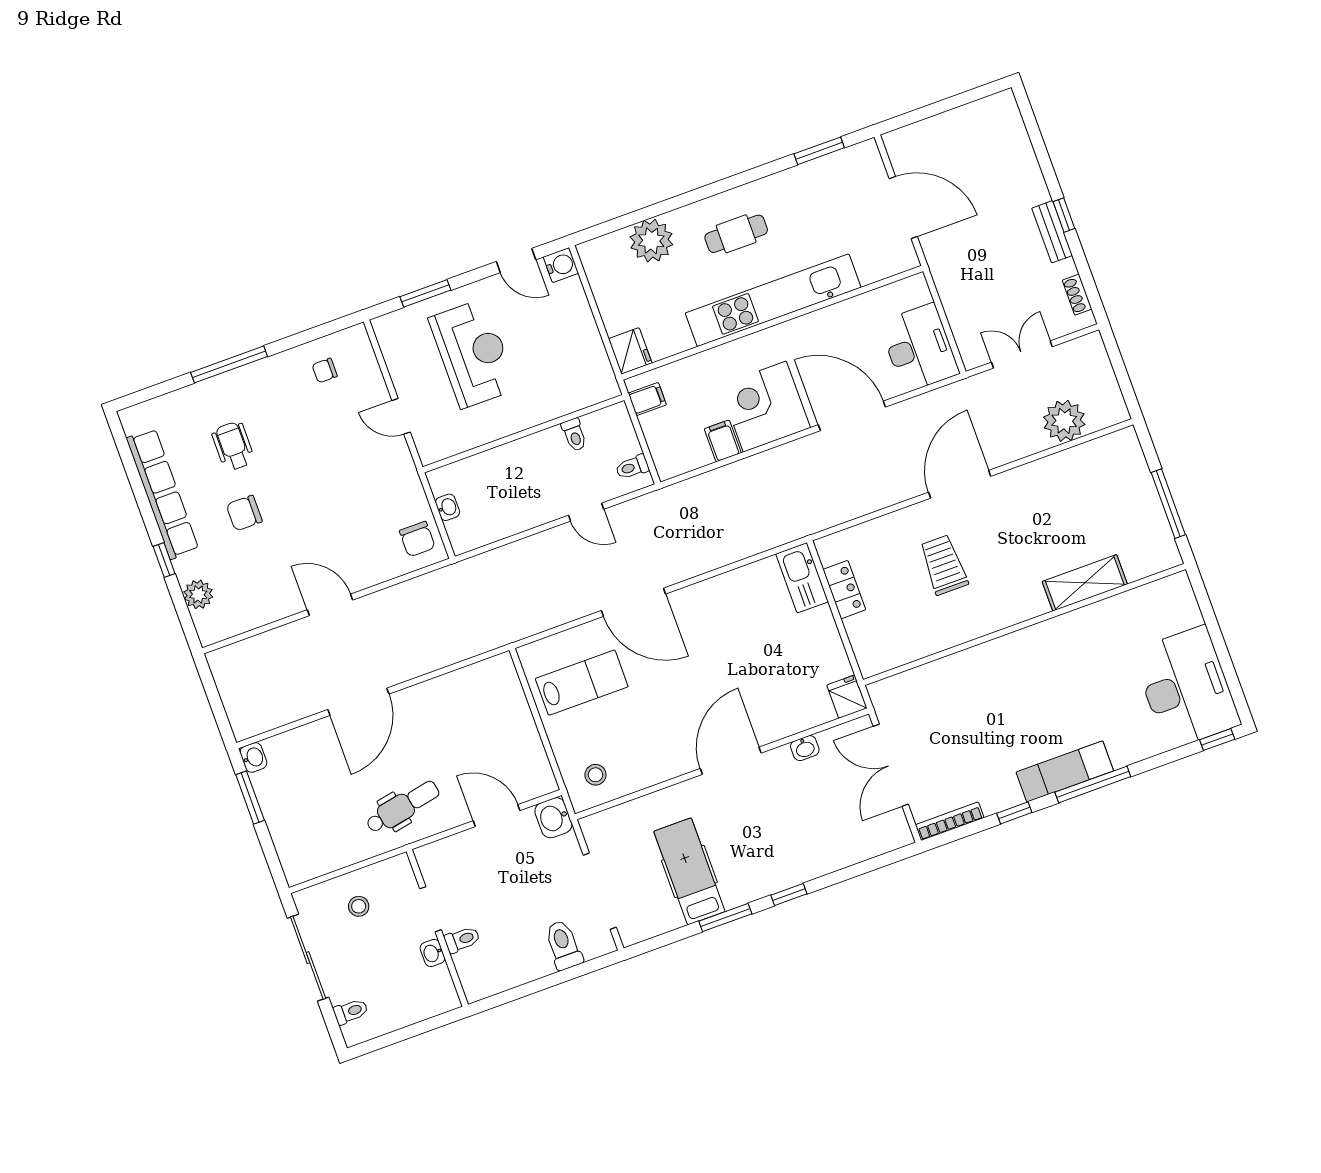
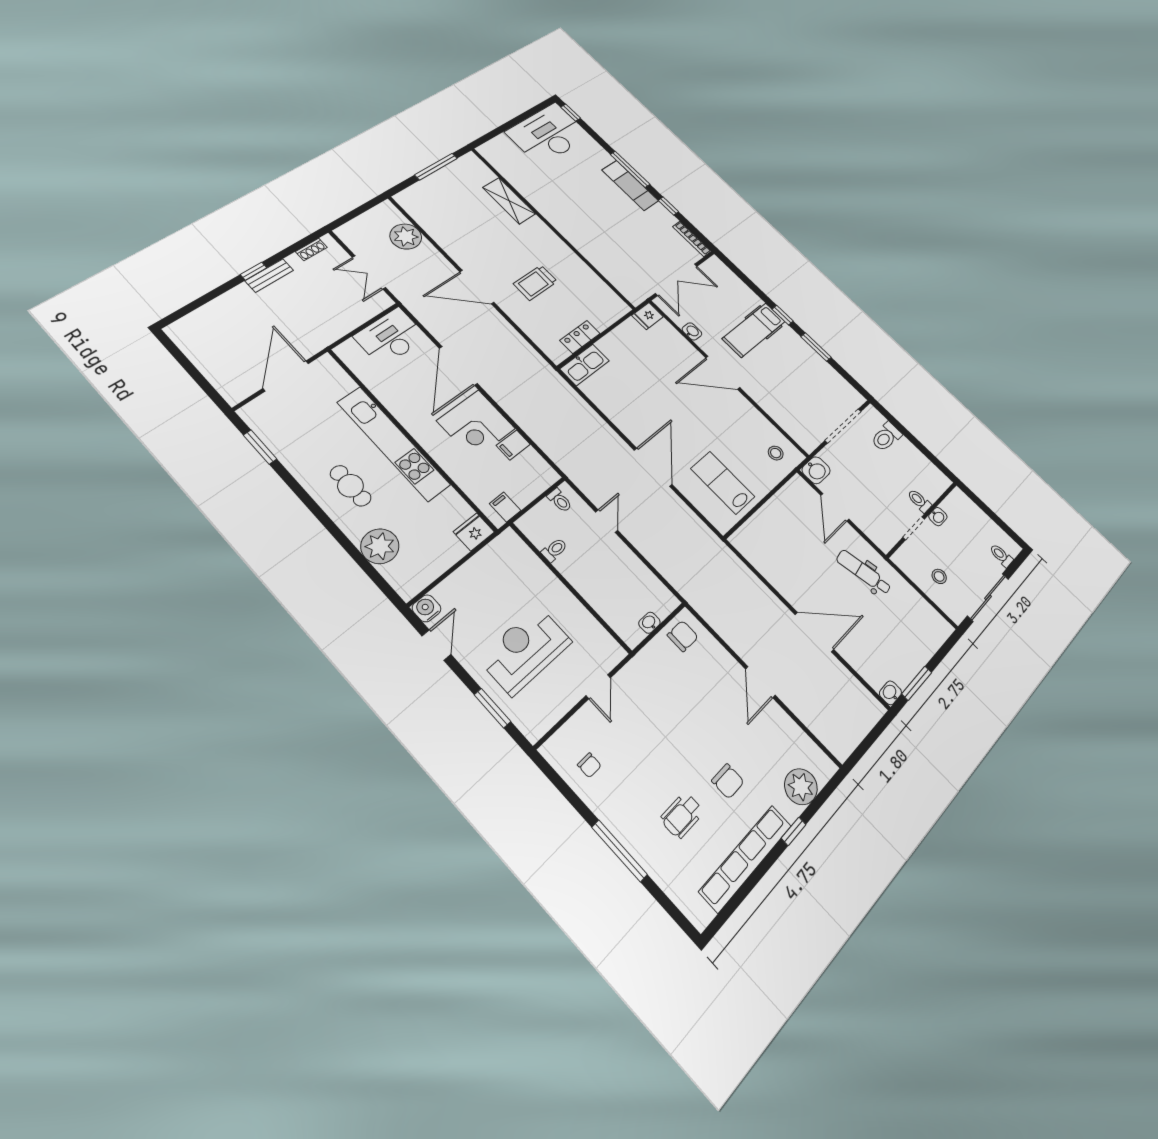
plant: (198, 594) -> (801, 787), width x1.36, depth x1.36
hospital bed: (689, 871) -> (754, 330), moved

